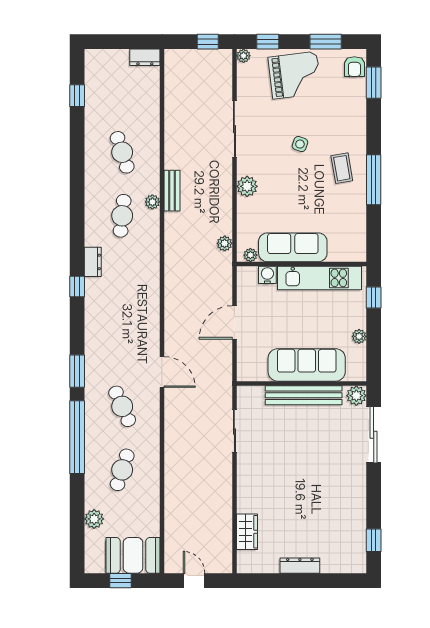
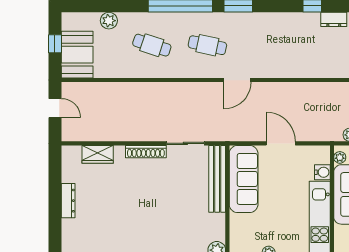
sofa: (307, 365) -> (244, 179), moved
bench: (304, 395) -> (217, 179), moved
cafe table: (122, 406) -> (207, 45), turned 36
shoe rack: (244, 477) -> (146, 152), added
door: (194, 581) -> (55, 108), hinge flipped

